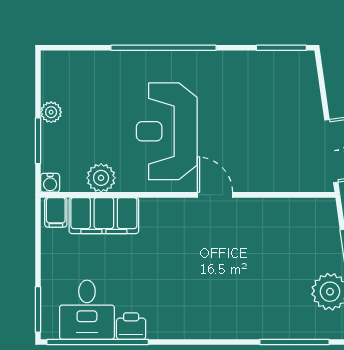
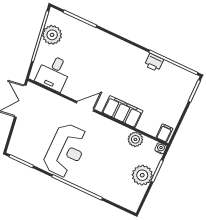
plant: (51, 112) -> (142, 175), width x1.87, depth x1.87
reception desk: (167, 131) -> (66, 150), moved
door: (215, 195) -> (85, 106), swing flipped
filing cabinet: (104, 216) -> (122, 112), moved
desk: (87, 310) -> (54, 73), moved, turned 180

